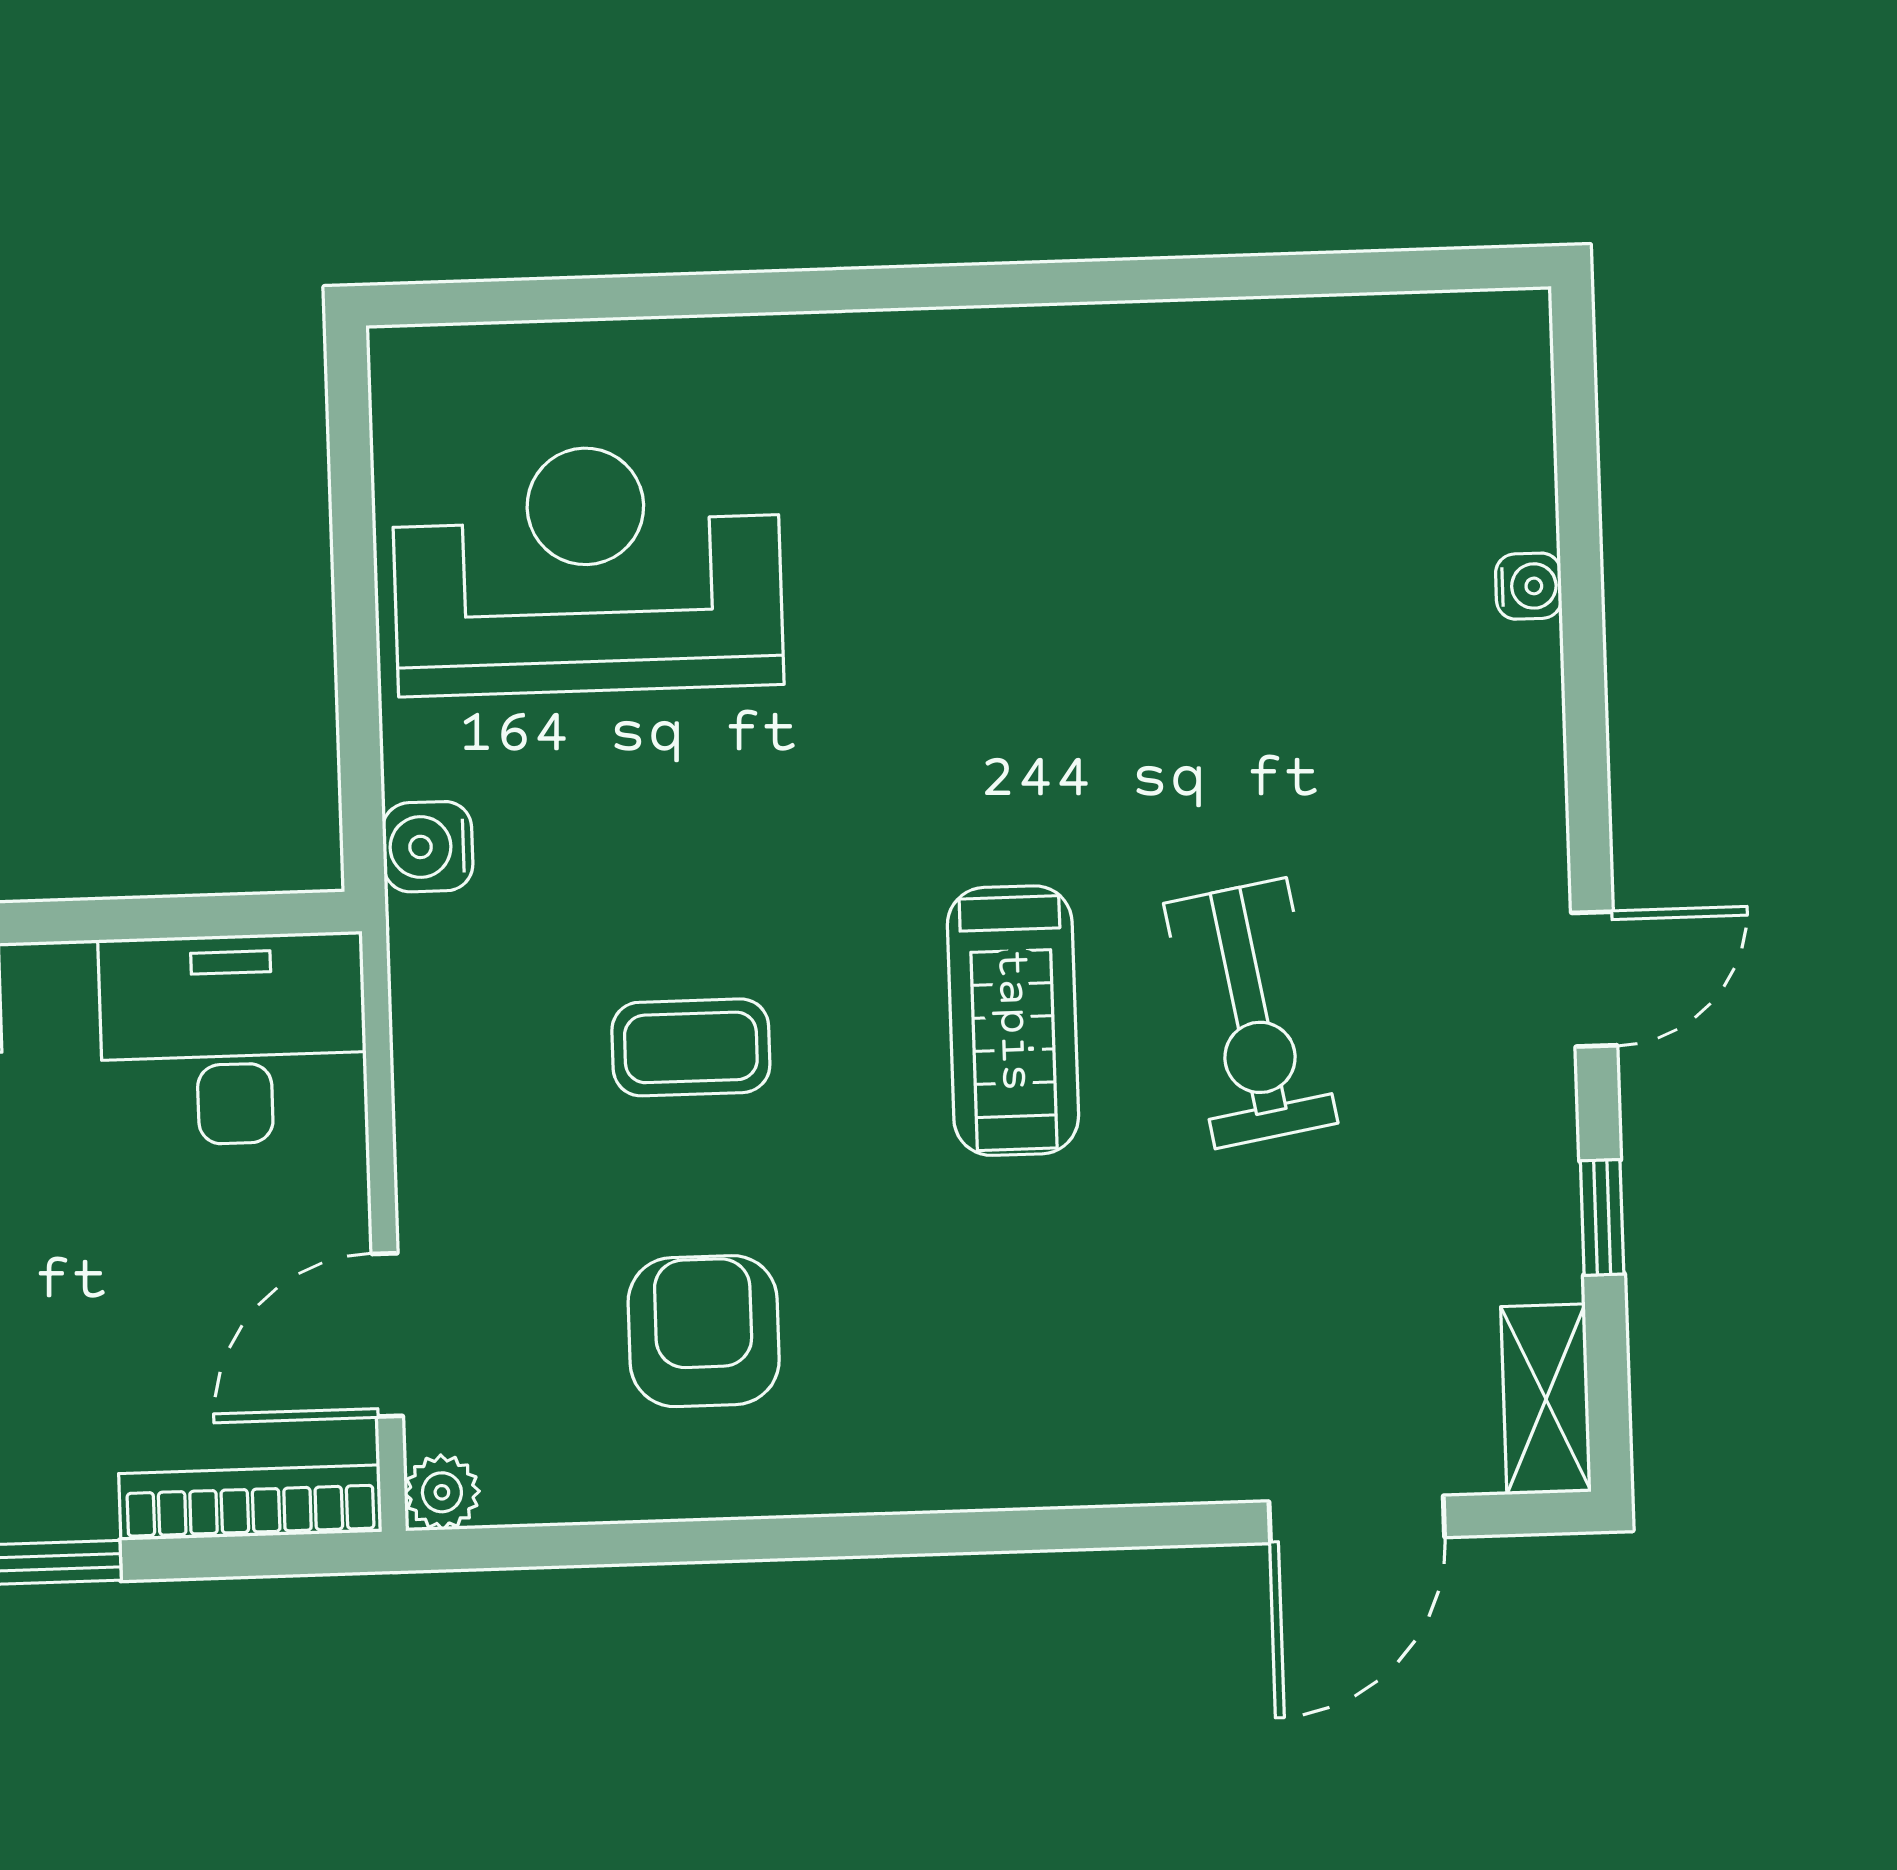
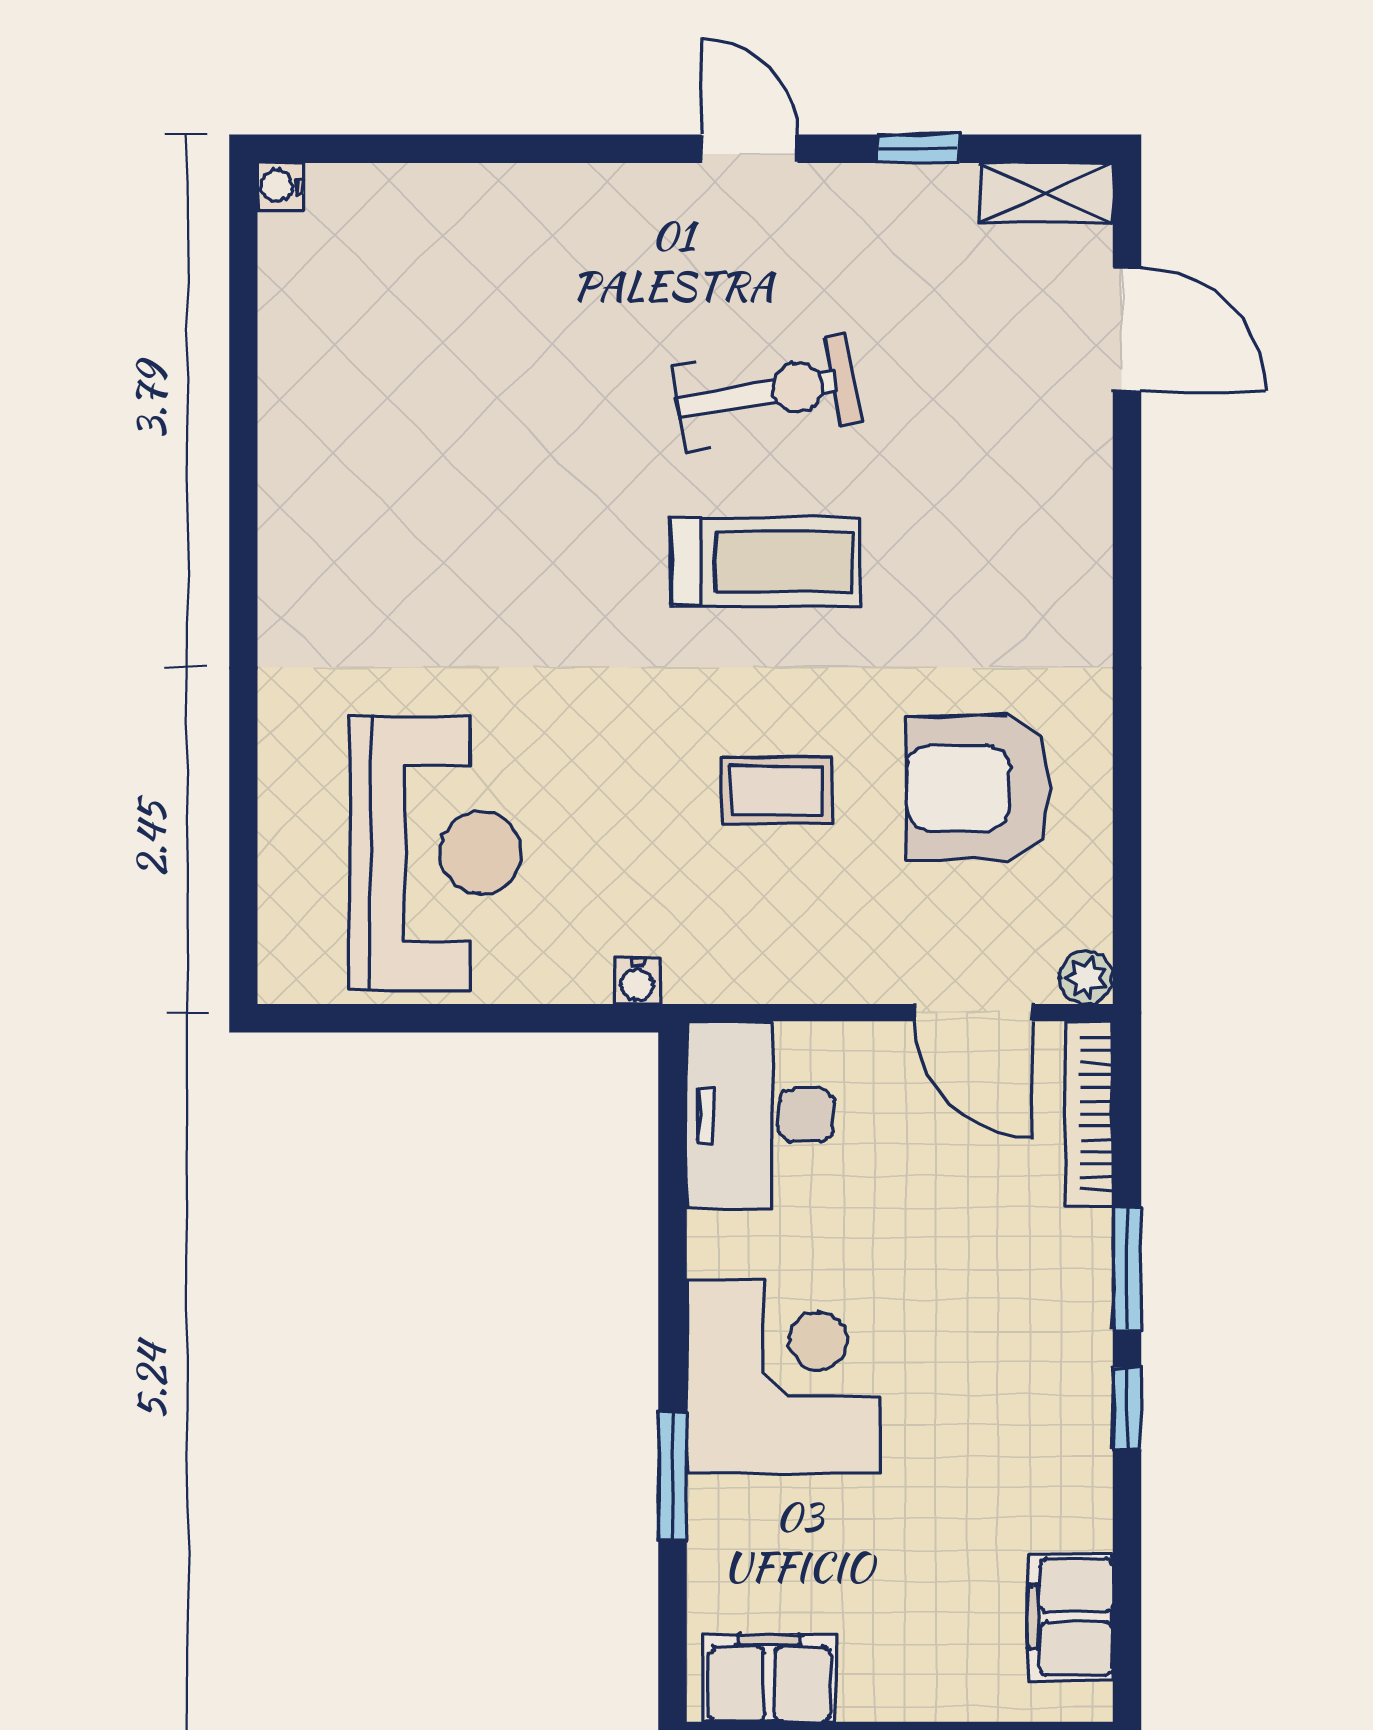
reception desk: (587, 569) -> (436, 853), turned 180
water cooler: (1529, 586) -> (281, 186), moved, turned -90
water cooler: (428, 847) -> (637, 981), width x0.72, depth x0.72
coffee table: (691, 1047) -> (777, 791), turned 90
armchair: (704, 1331) -> (978, 788), width x1.36, depth x1.36

